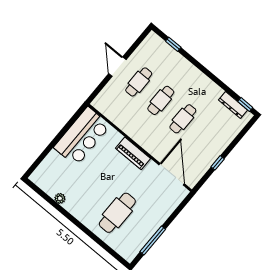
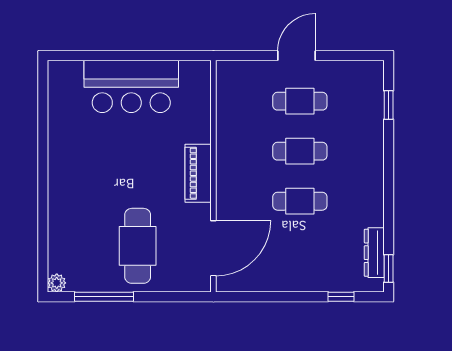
bar counter: (82, 136) -> (131, 86), moved
window: (218, 163) -> (341, 297), moved
plant: (60, 198) -> (57, 283), moved
cafe table: (117, 213) -> (138, 246), moved, turned 90

